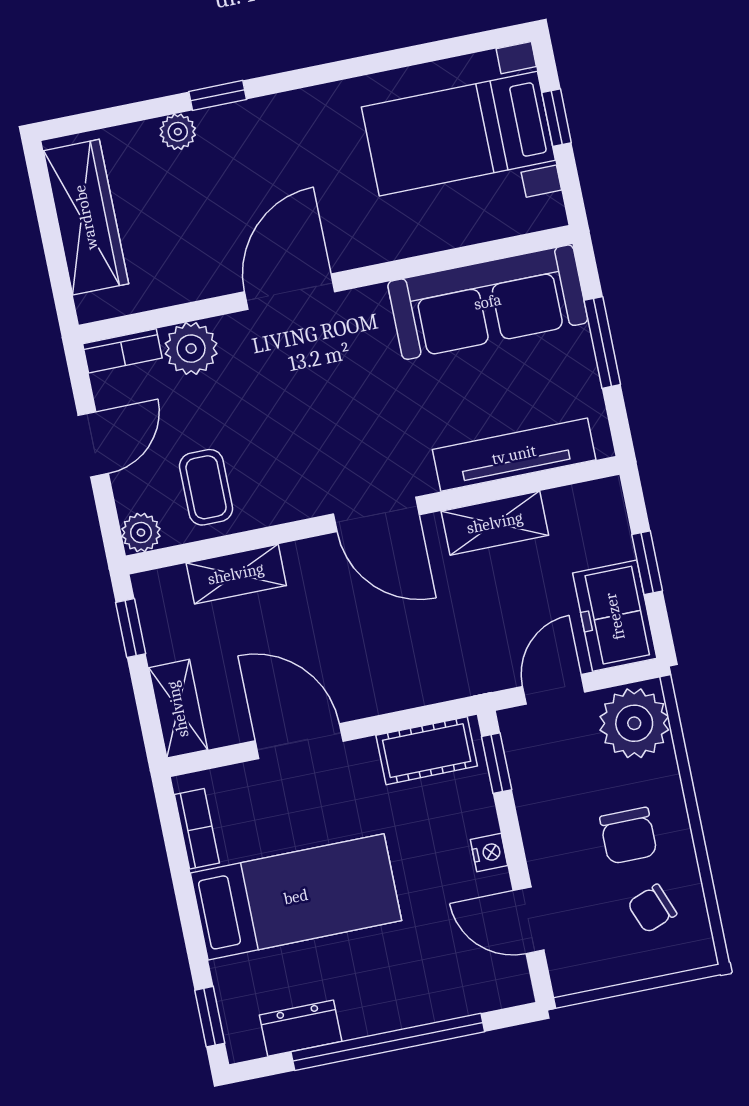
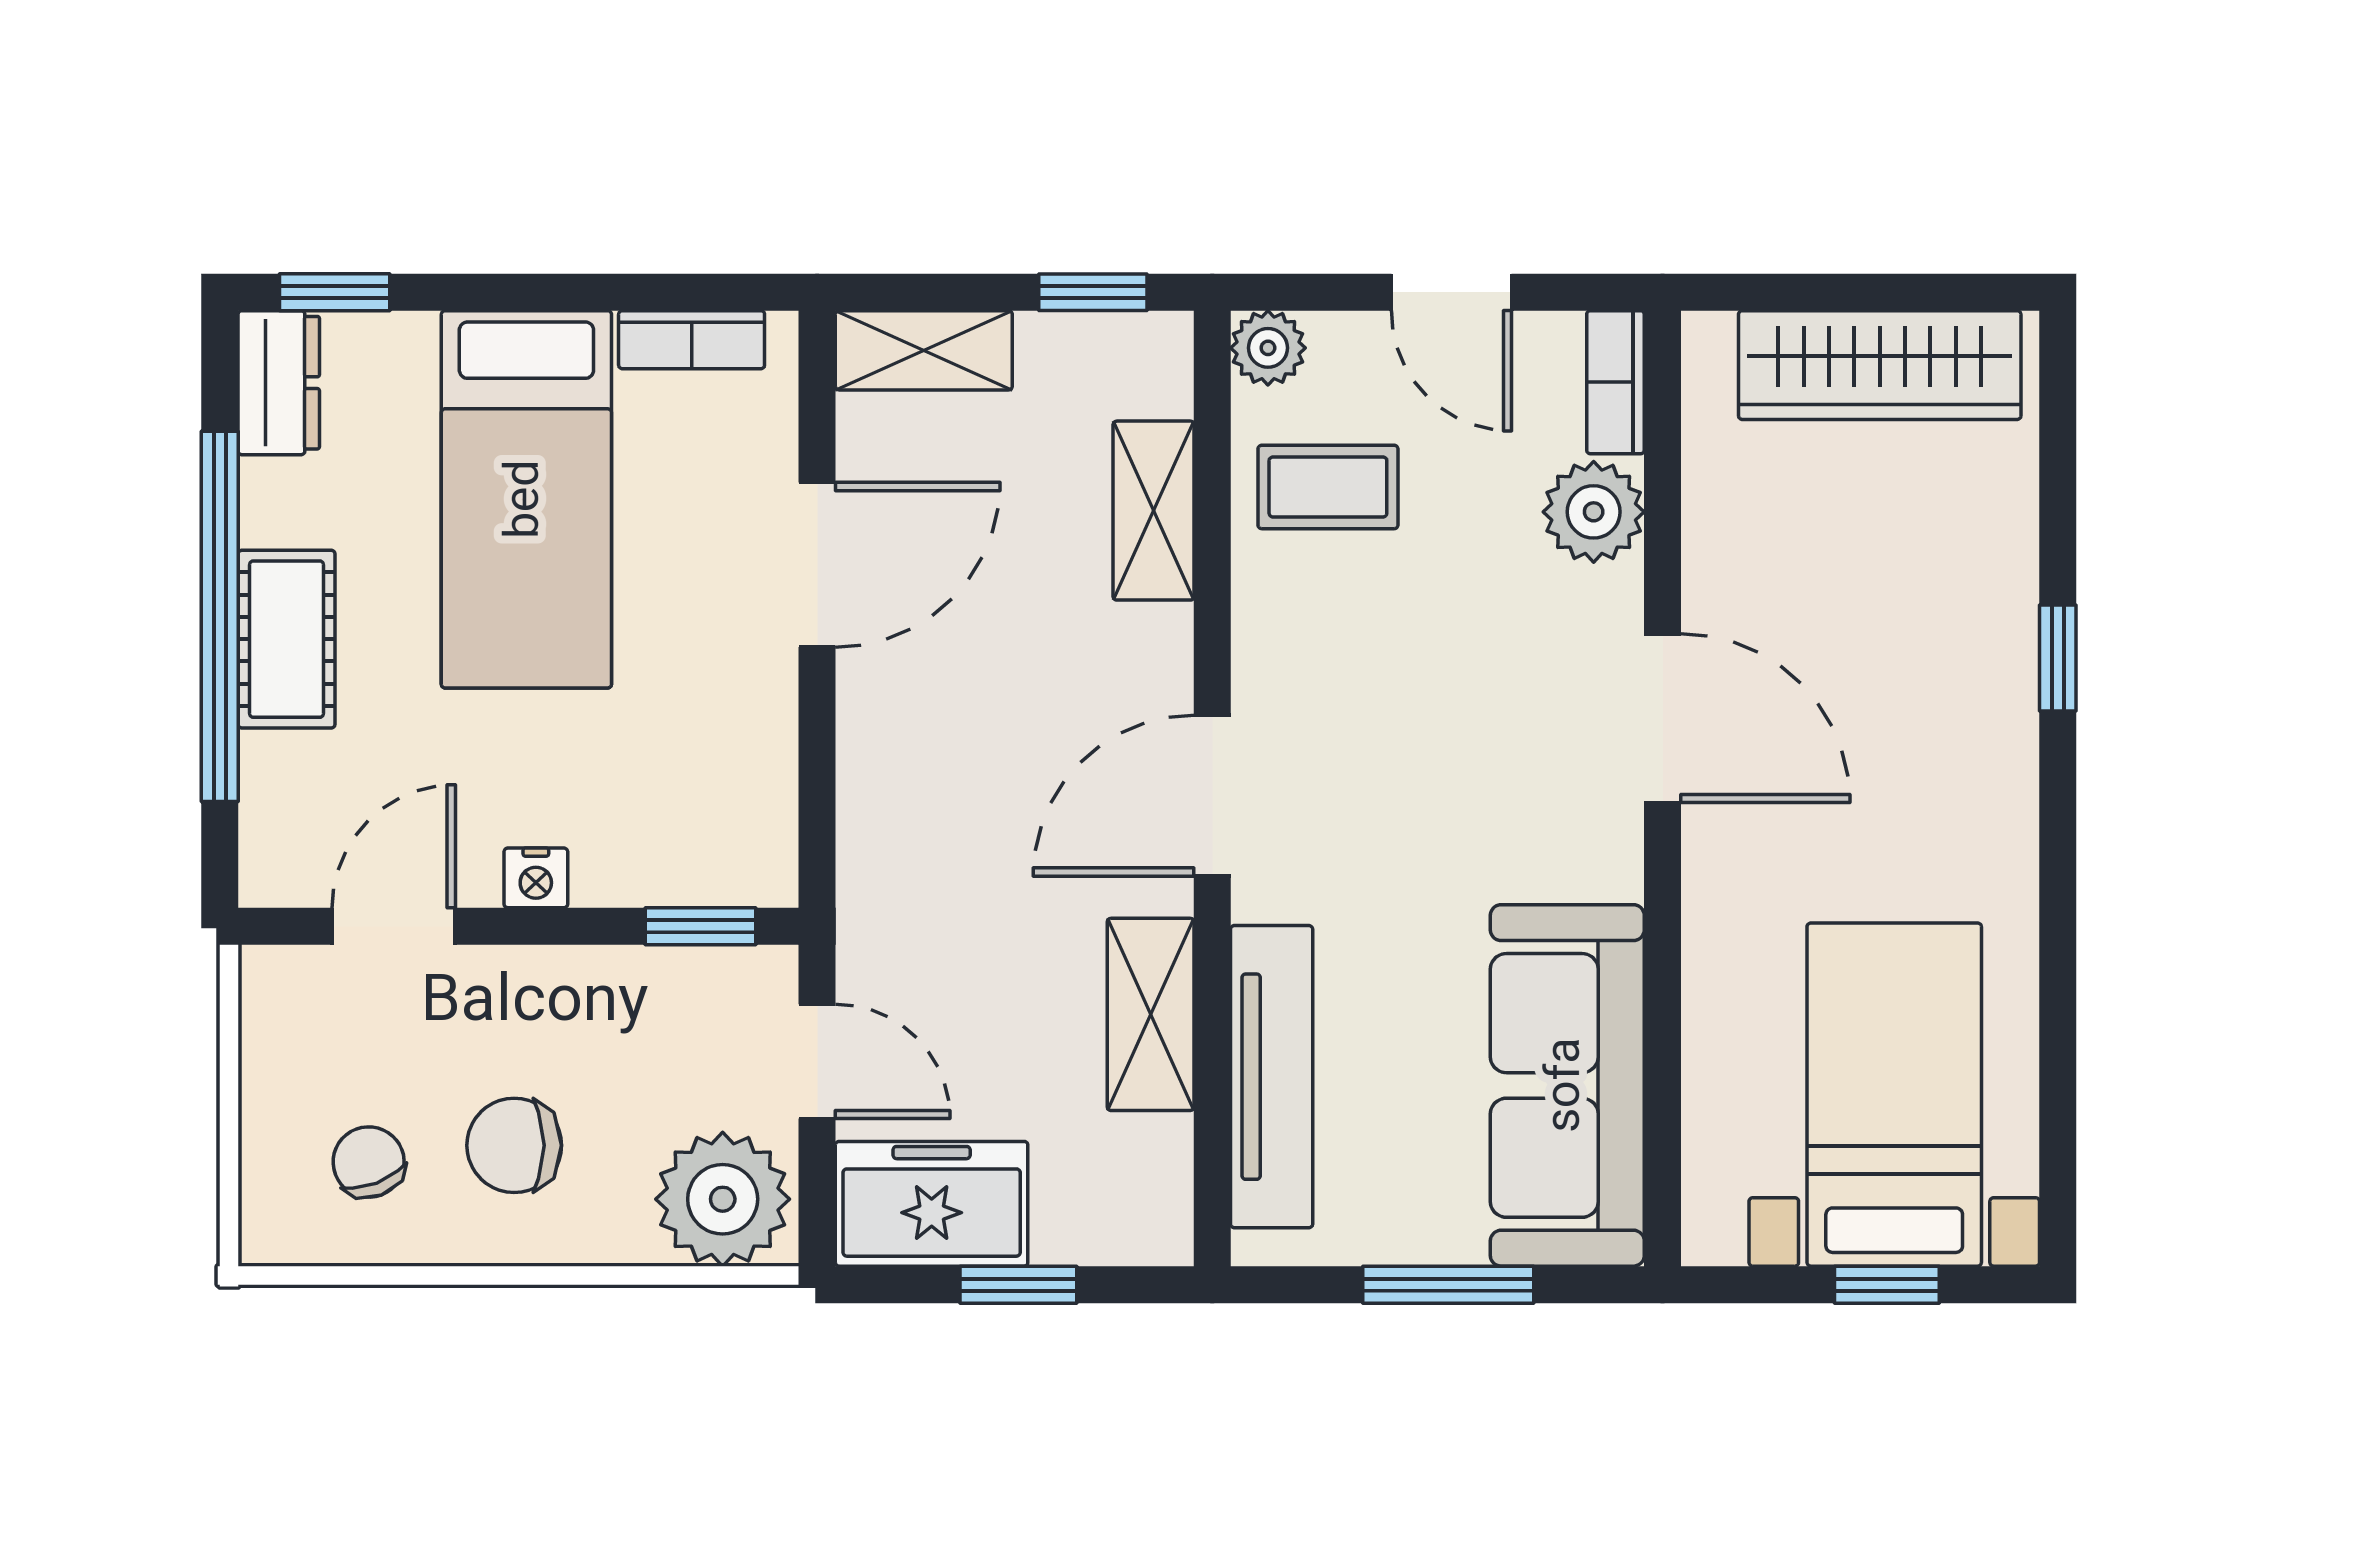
plant: (178, 132) -> (2005, 570), removed
cot: (427, 751) -> (287, 639), moved
dresser: (301, 1028) -> (279, 383), moved

